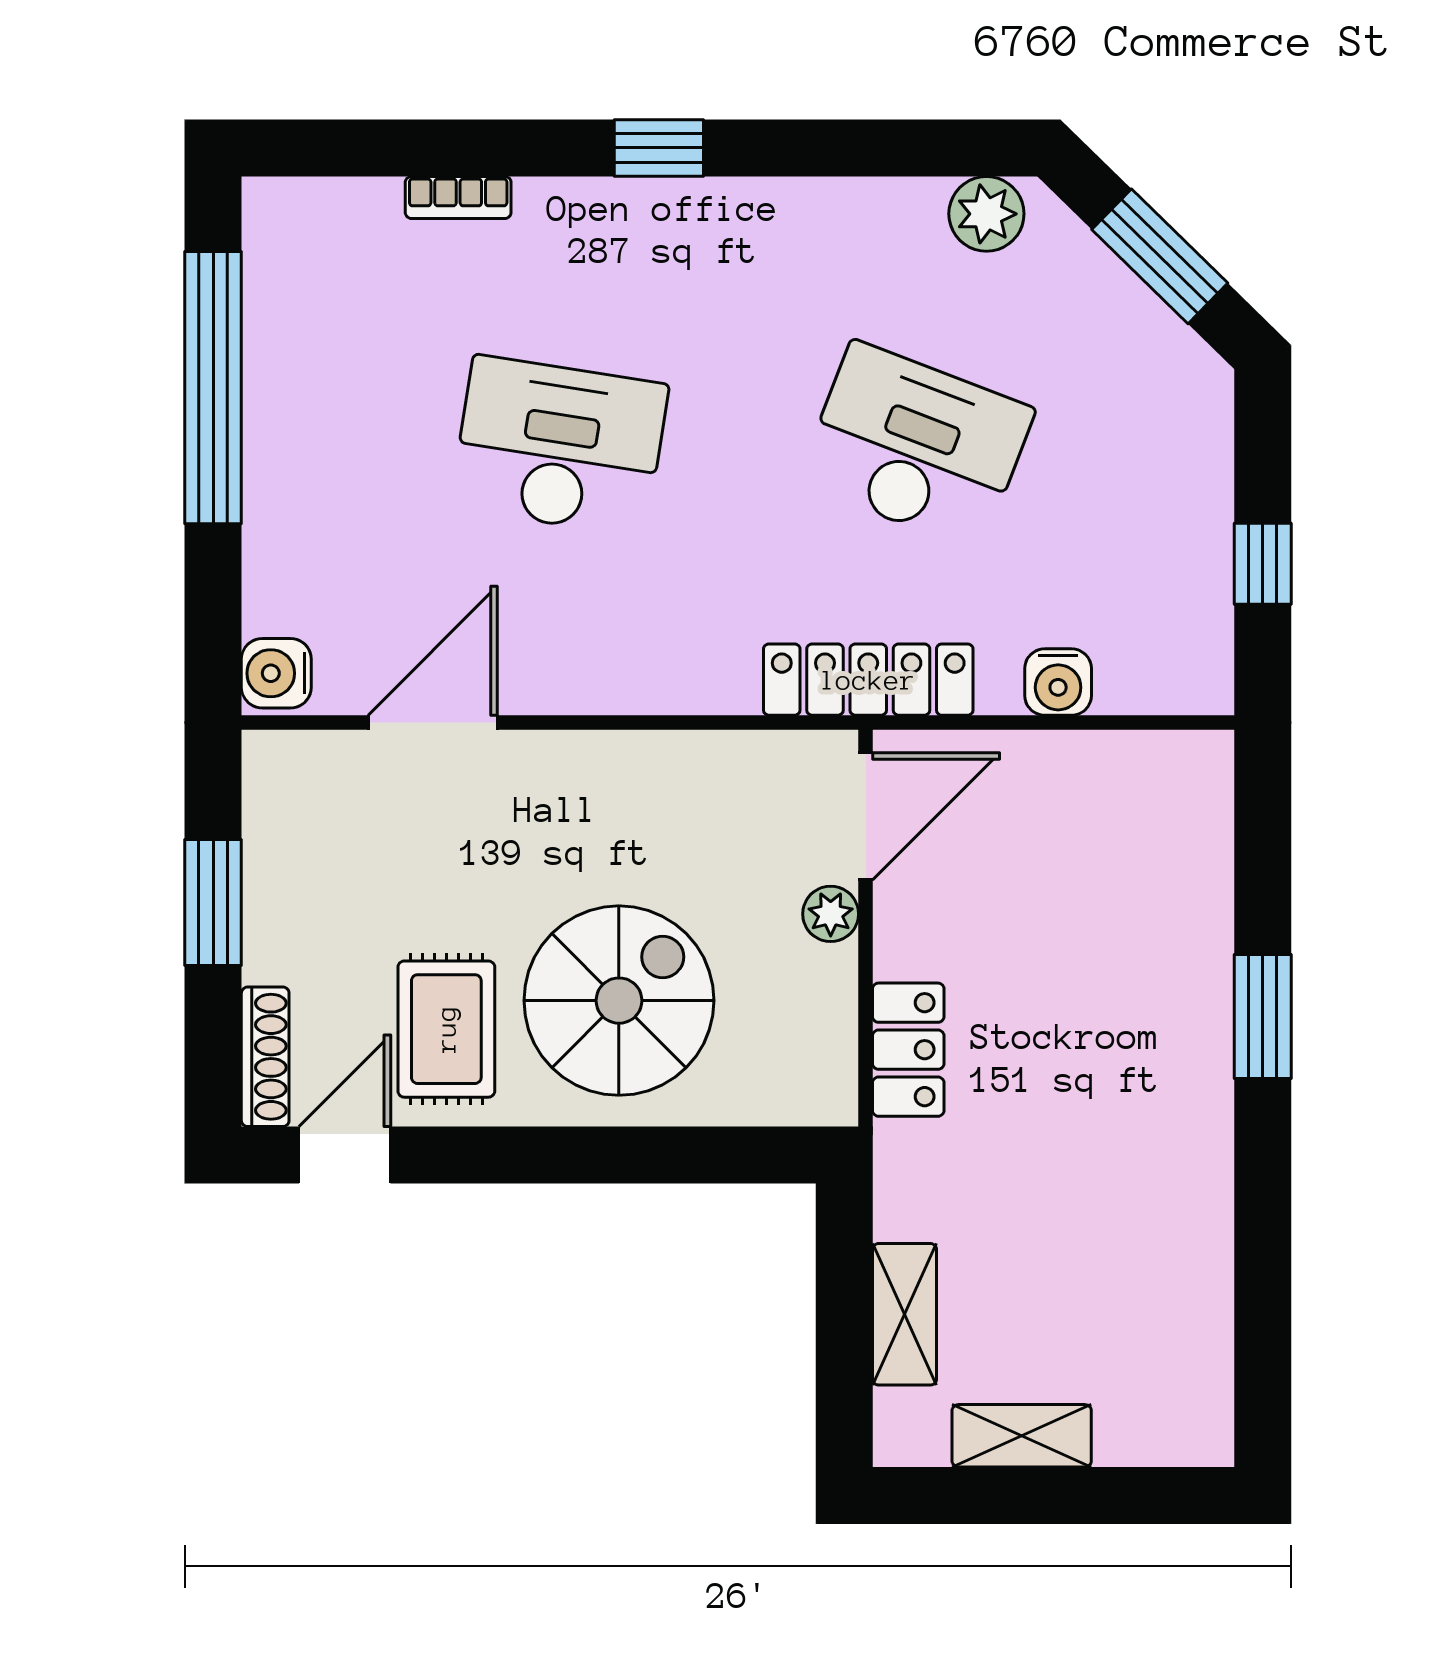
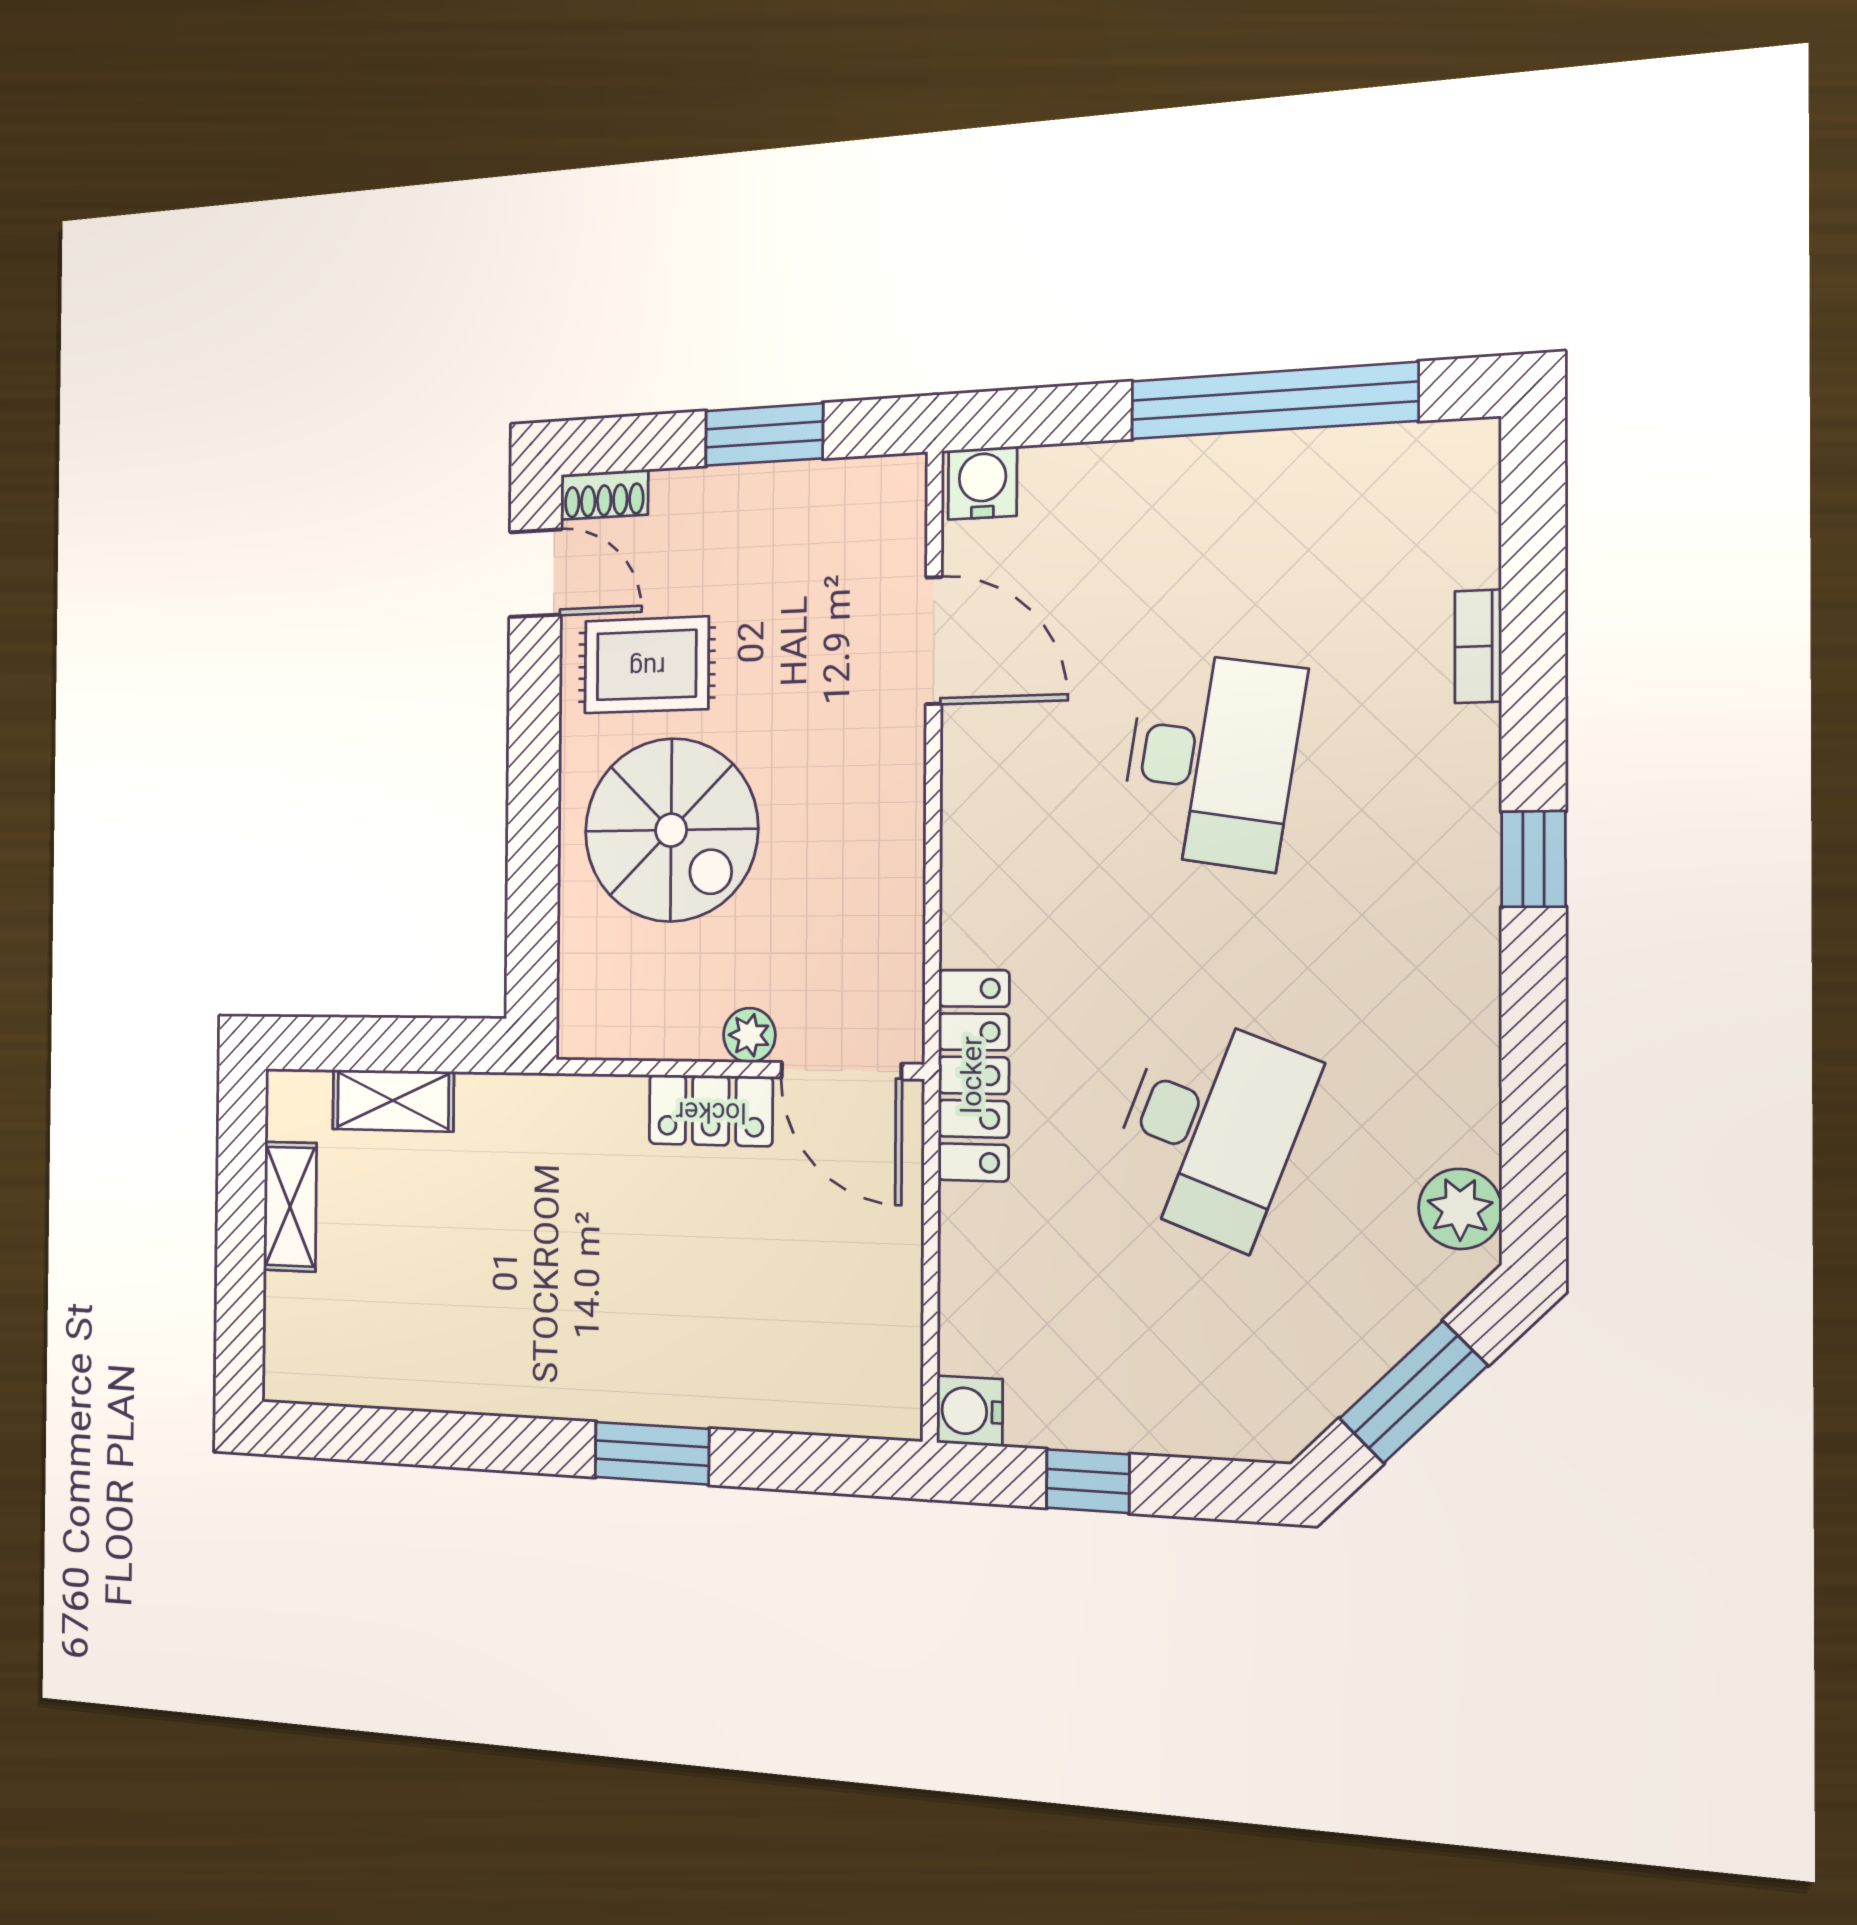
water cooler: (1058, 682) -> (970, 1411), moved
locker: (908, 1050) -> (711, 1110), moved
shoe rack: (265, 1057) -> (604, 495), width x0.70

